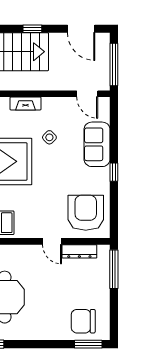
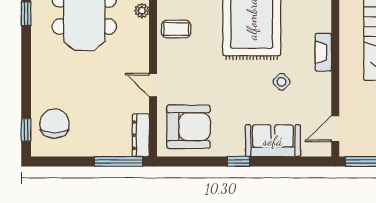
door: (52, 241) -> (153, 85), hinge flipped
dresser: (79, 251) -> (141, 135), moved
window: (88, 344) -> (26, 130), width x0.67

